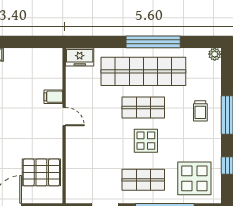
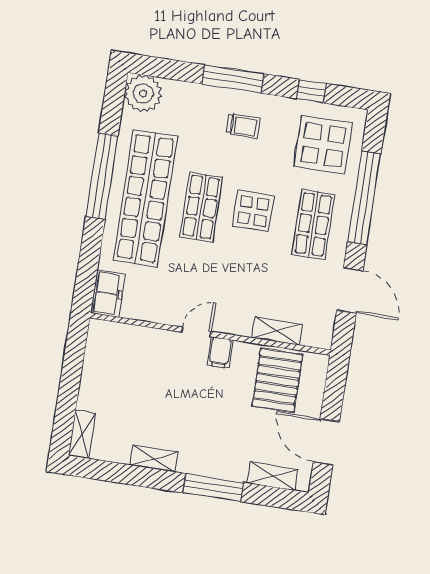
plant: (215, 54) -> (143, 94), width x1.88, depth x1.88
filing cabinet: (53, 97) -> (220, 352), moved
trolley: (200, 111) -> (243, 126), moved
shelving: (72, 167) -> (277, 331), added

